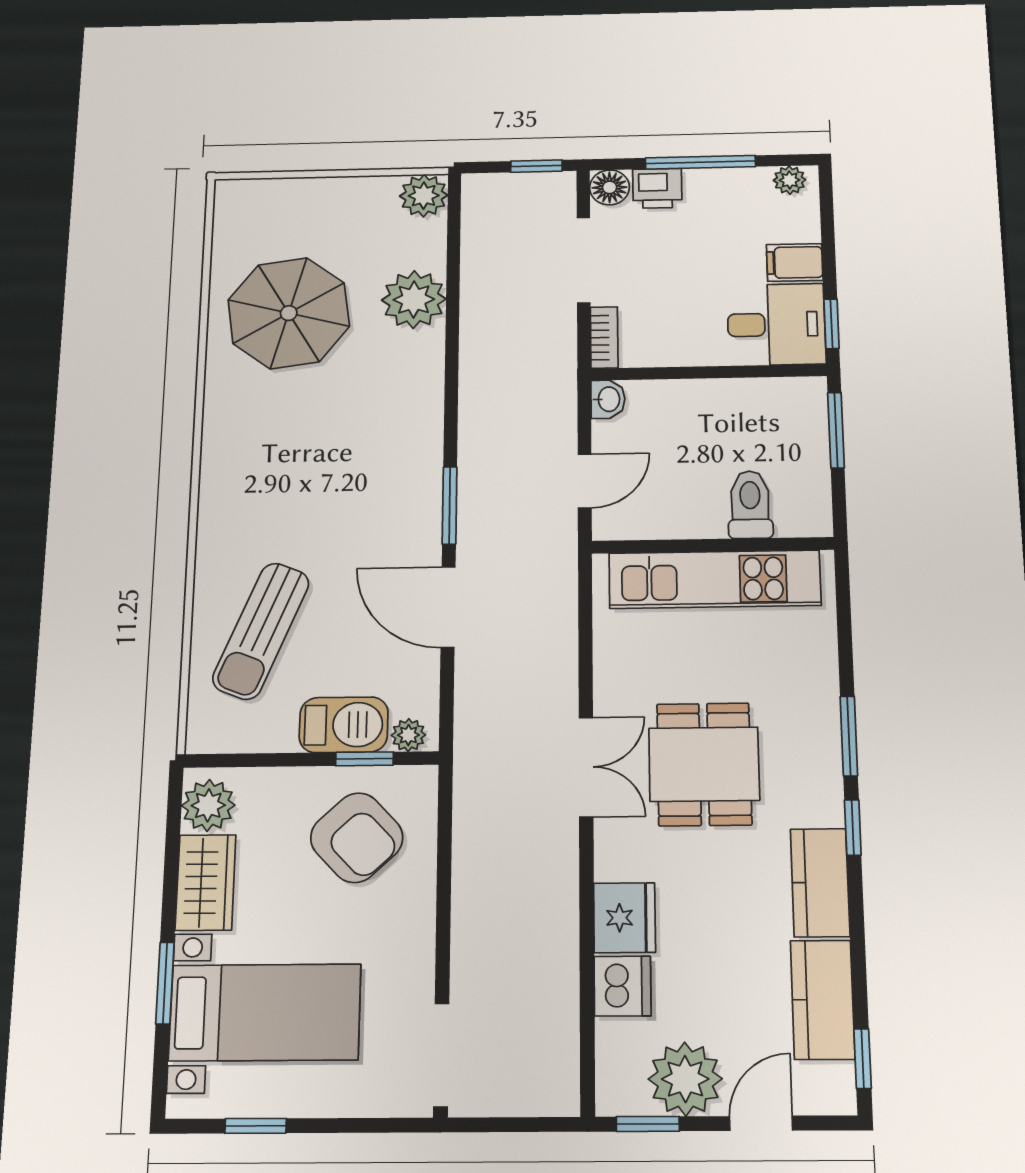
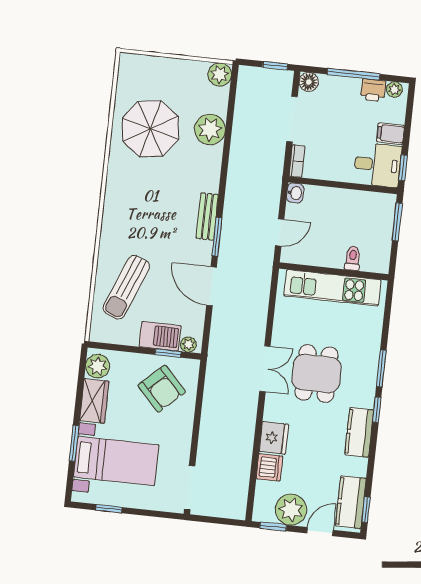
printer: (657, 188) -> (373, 90), moved
bench: (424, 468) -> (207, 216), added
toilet: (750, 505) -> (353, 258), width x0.73, depth x0.72
kitchen counter: (823, 1000) -> (351, 502), moved

